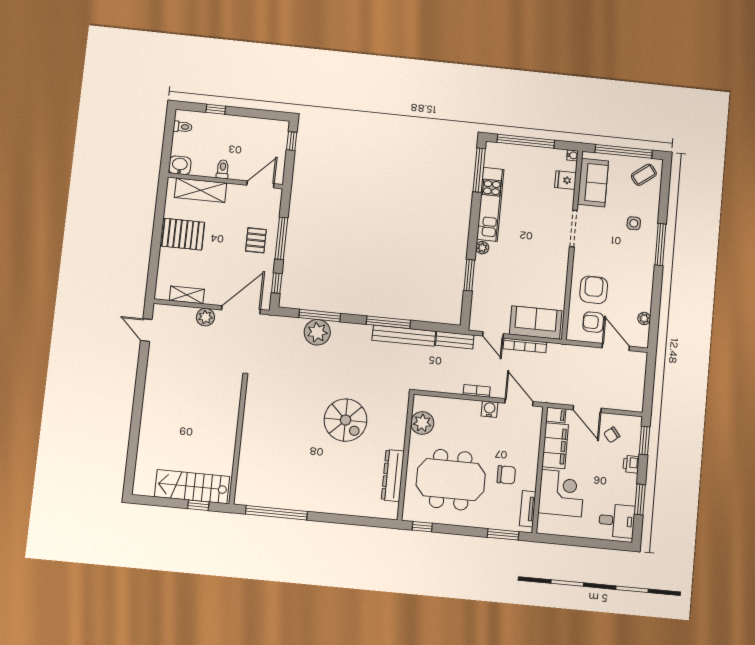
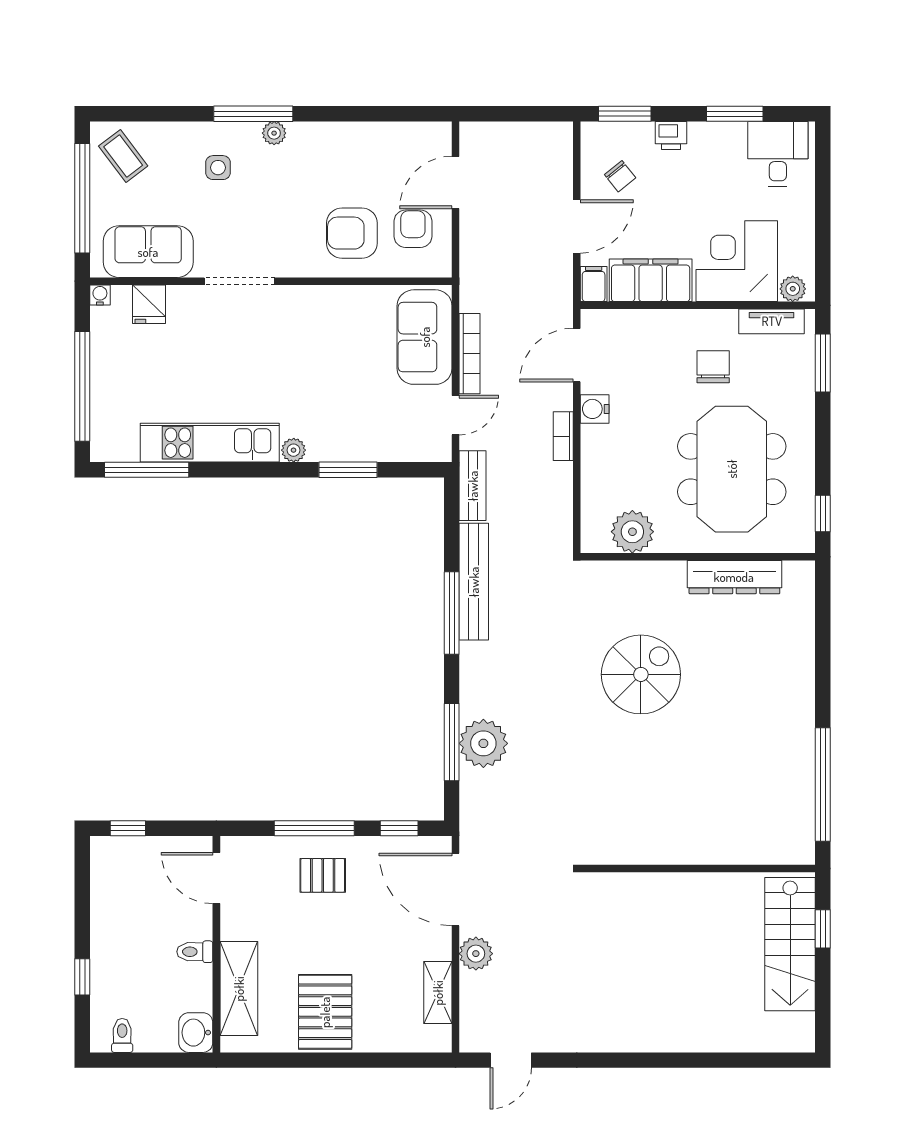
plant: (644, 318) -> (274, 133), moved
armchair: (593, 322) -> (413, 229), turned 180
plant: (544, 522) -> (793, 289), added

